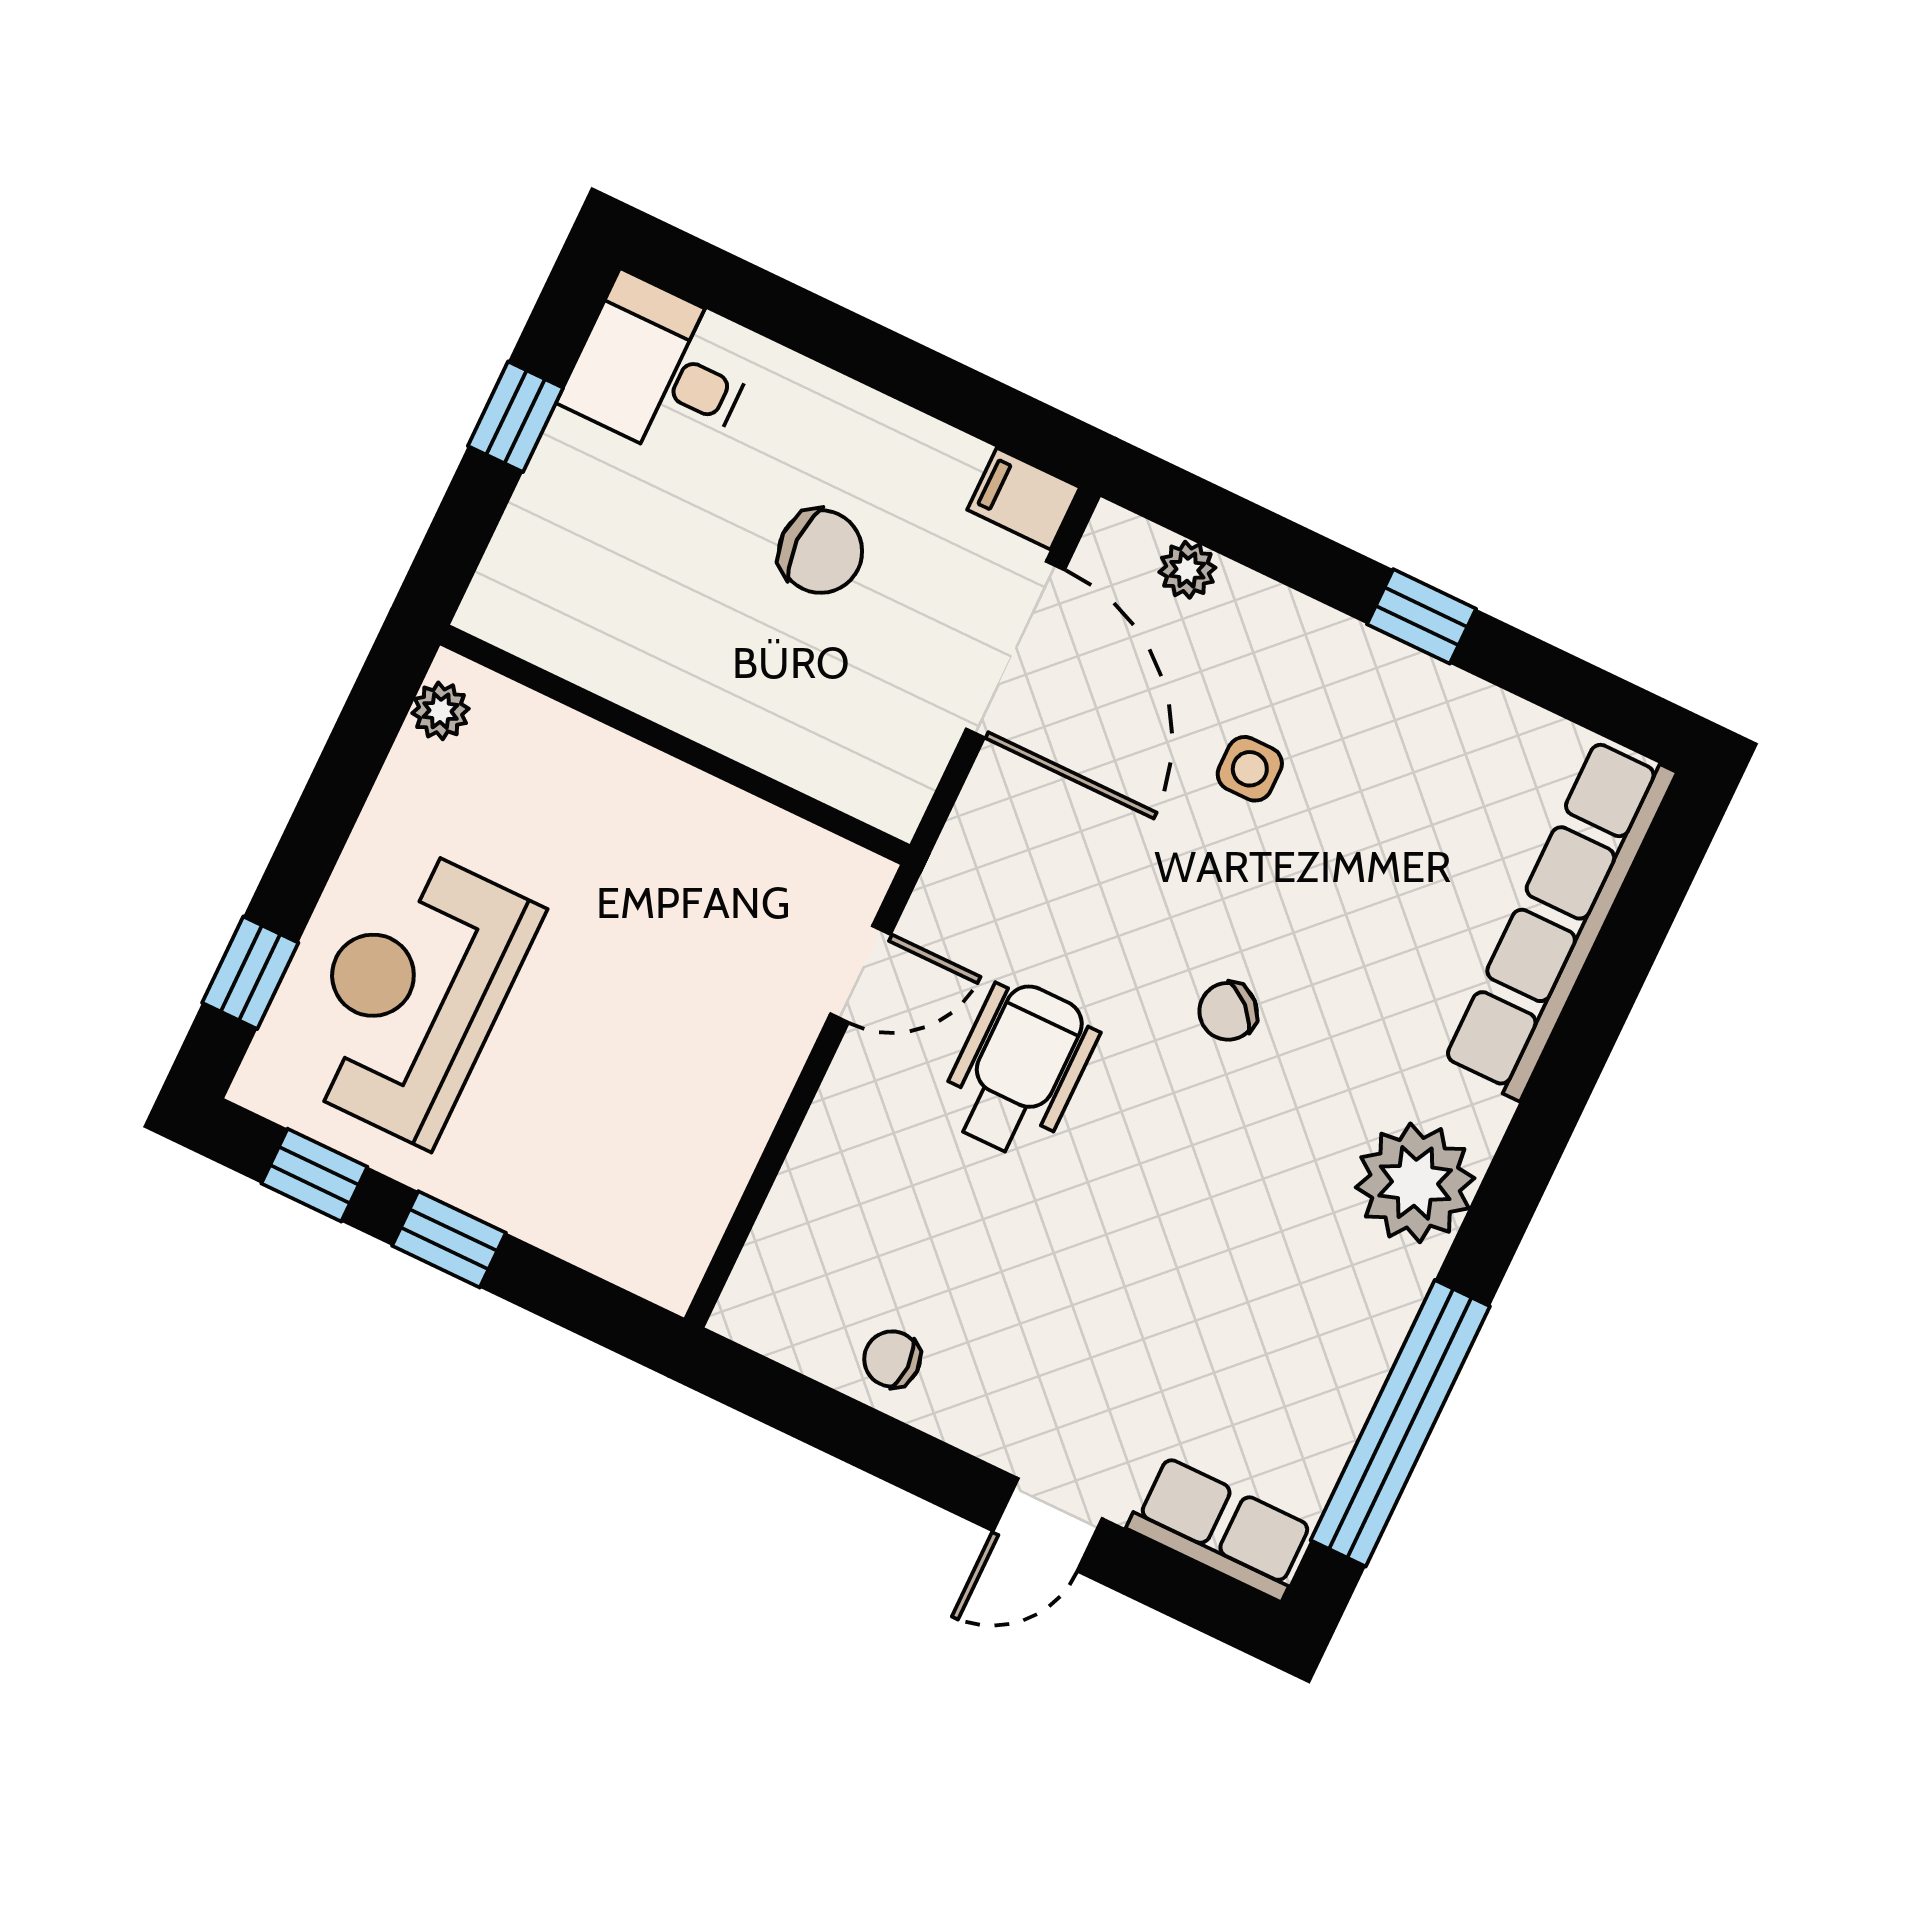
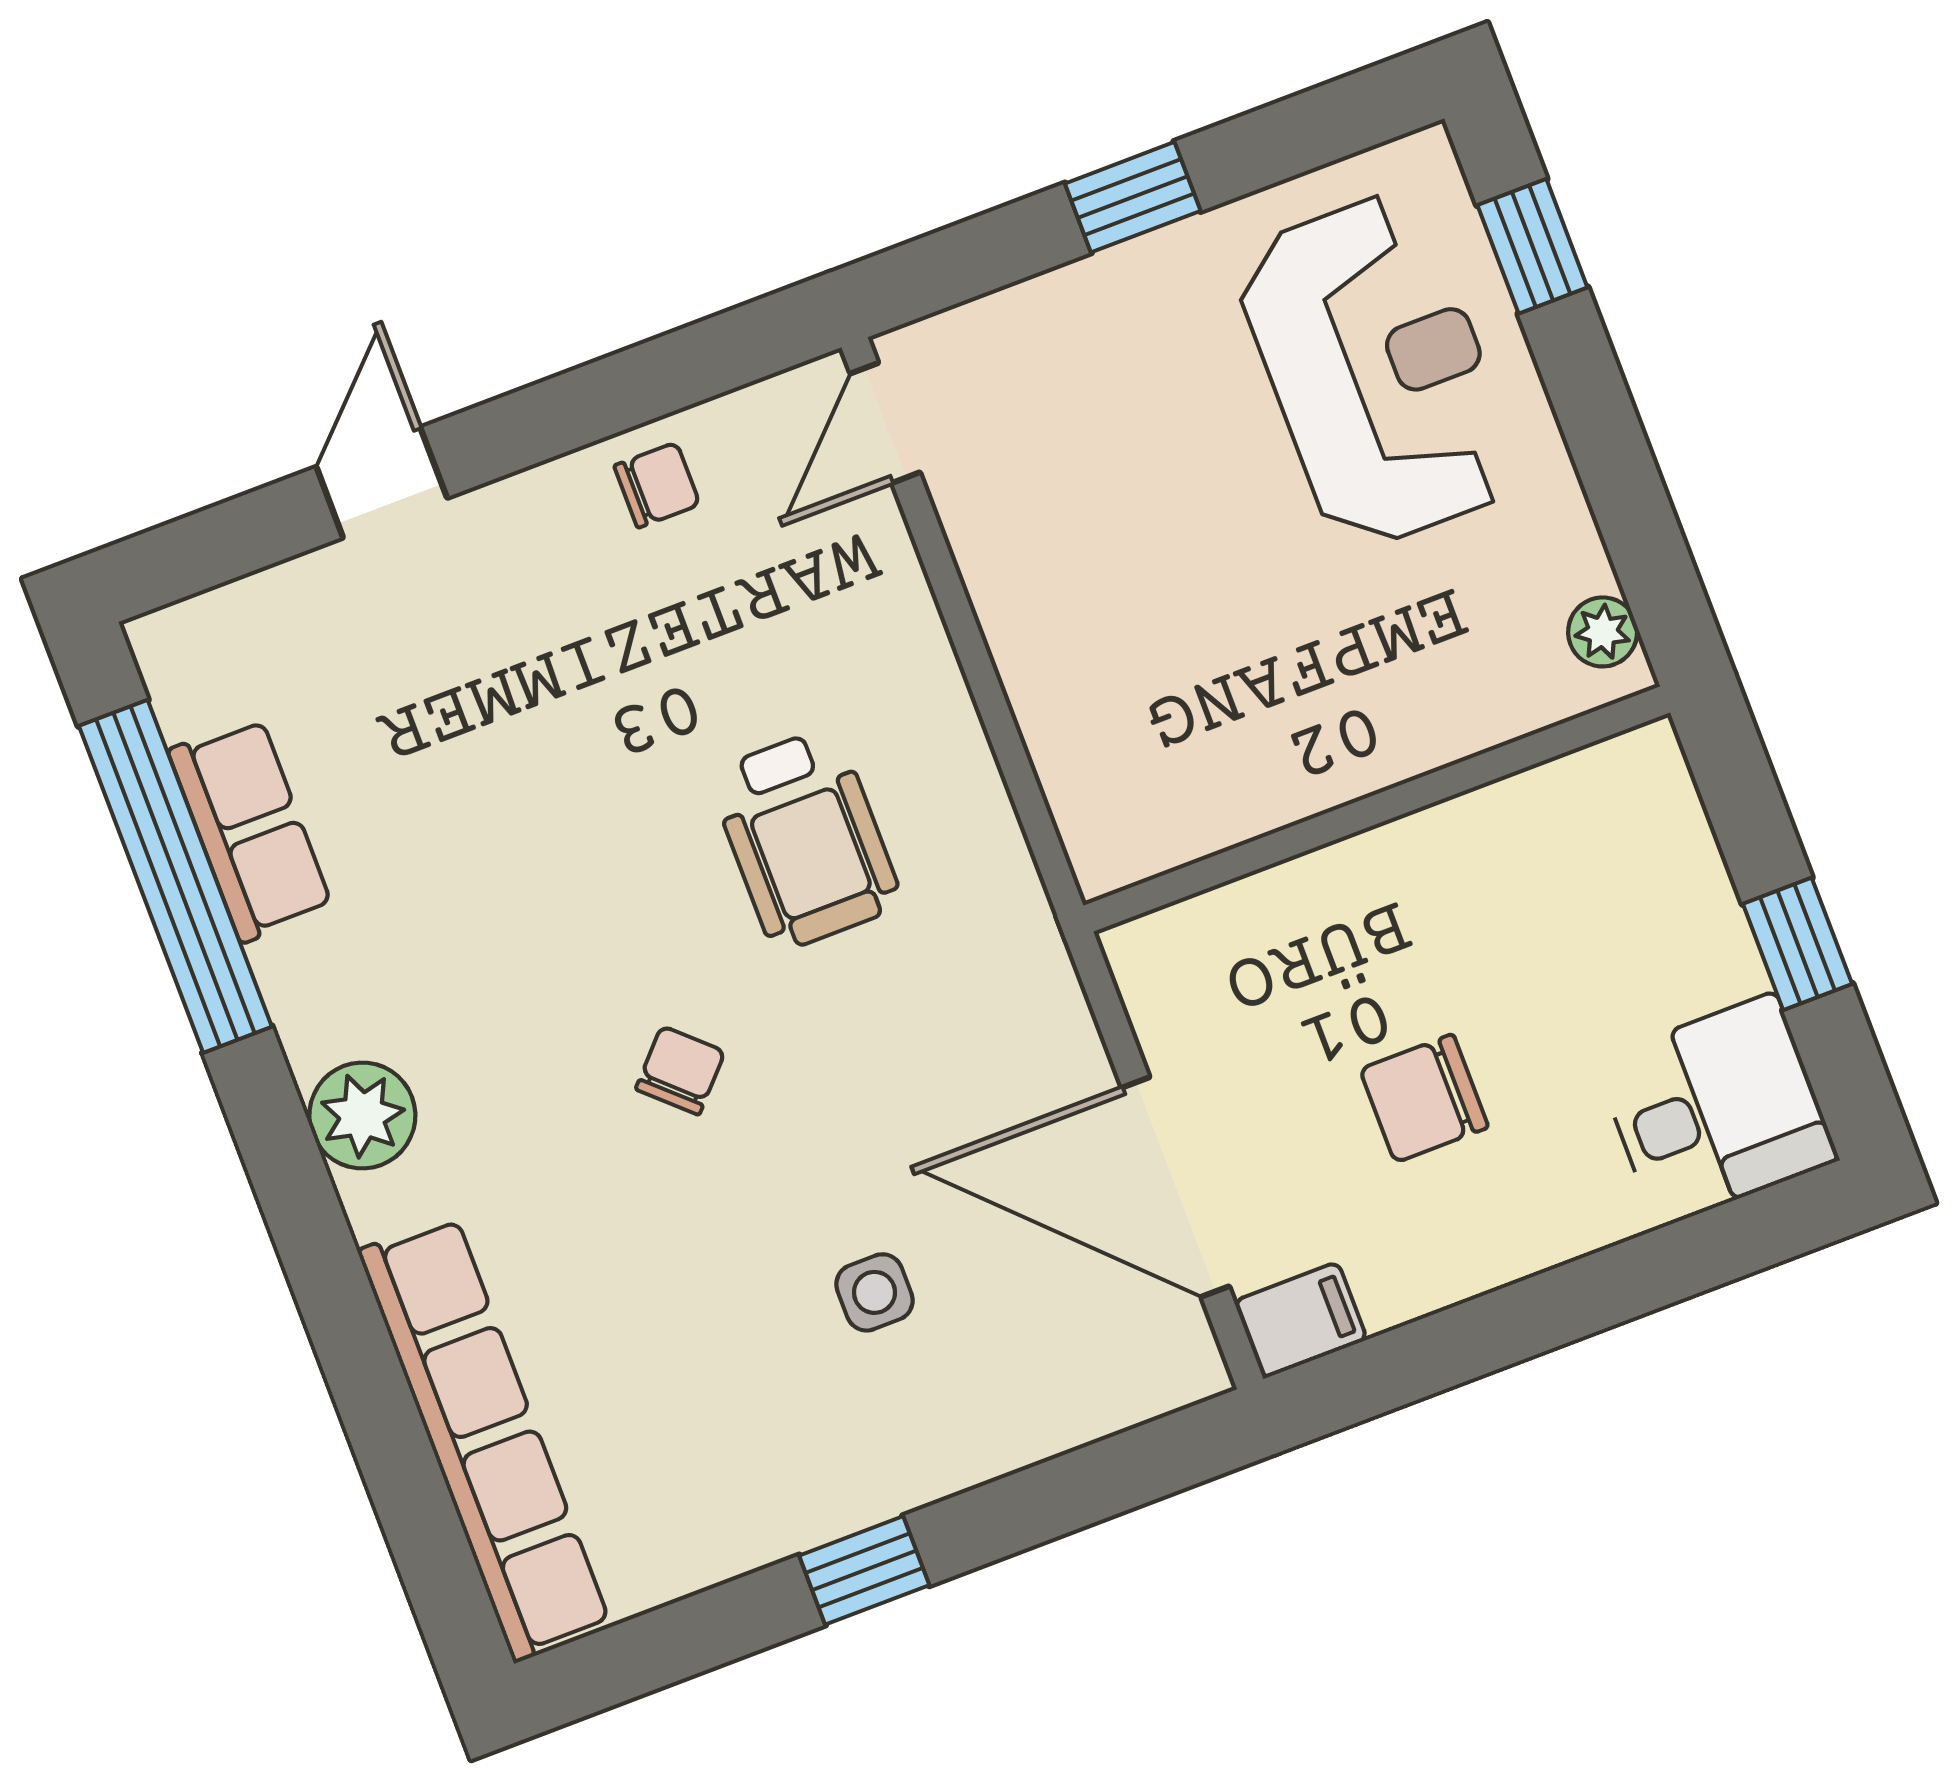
plant: (1187, 570) -> (1101, 1404), removed
door: (860, 974) -> (885, 423), moved
window: (314, 1175) -> (1302, 133), removed
plant: (1415, 1183) -> (362, 1115), width x0.73, depth x0.73
row of seats: (1221, 1528) -> (250, 829), moved, turned -90

